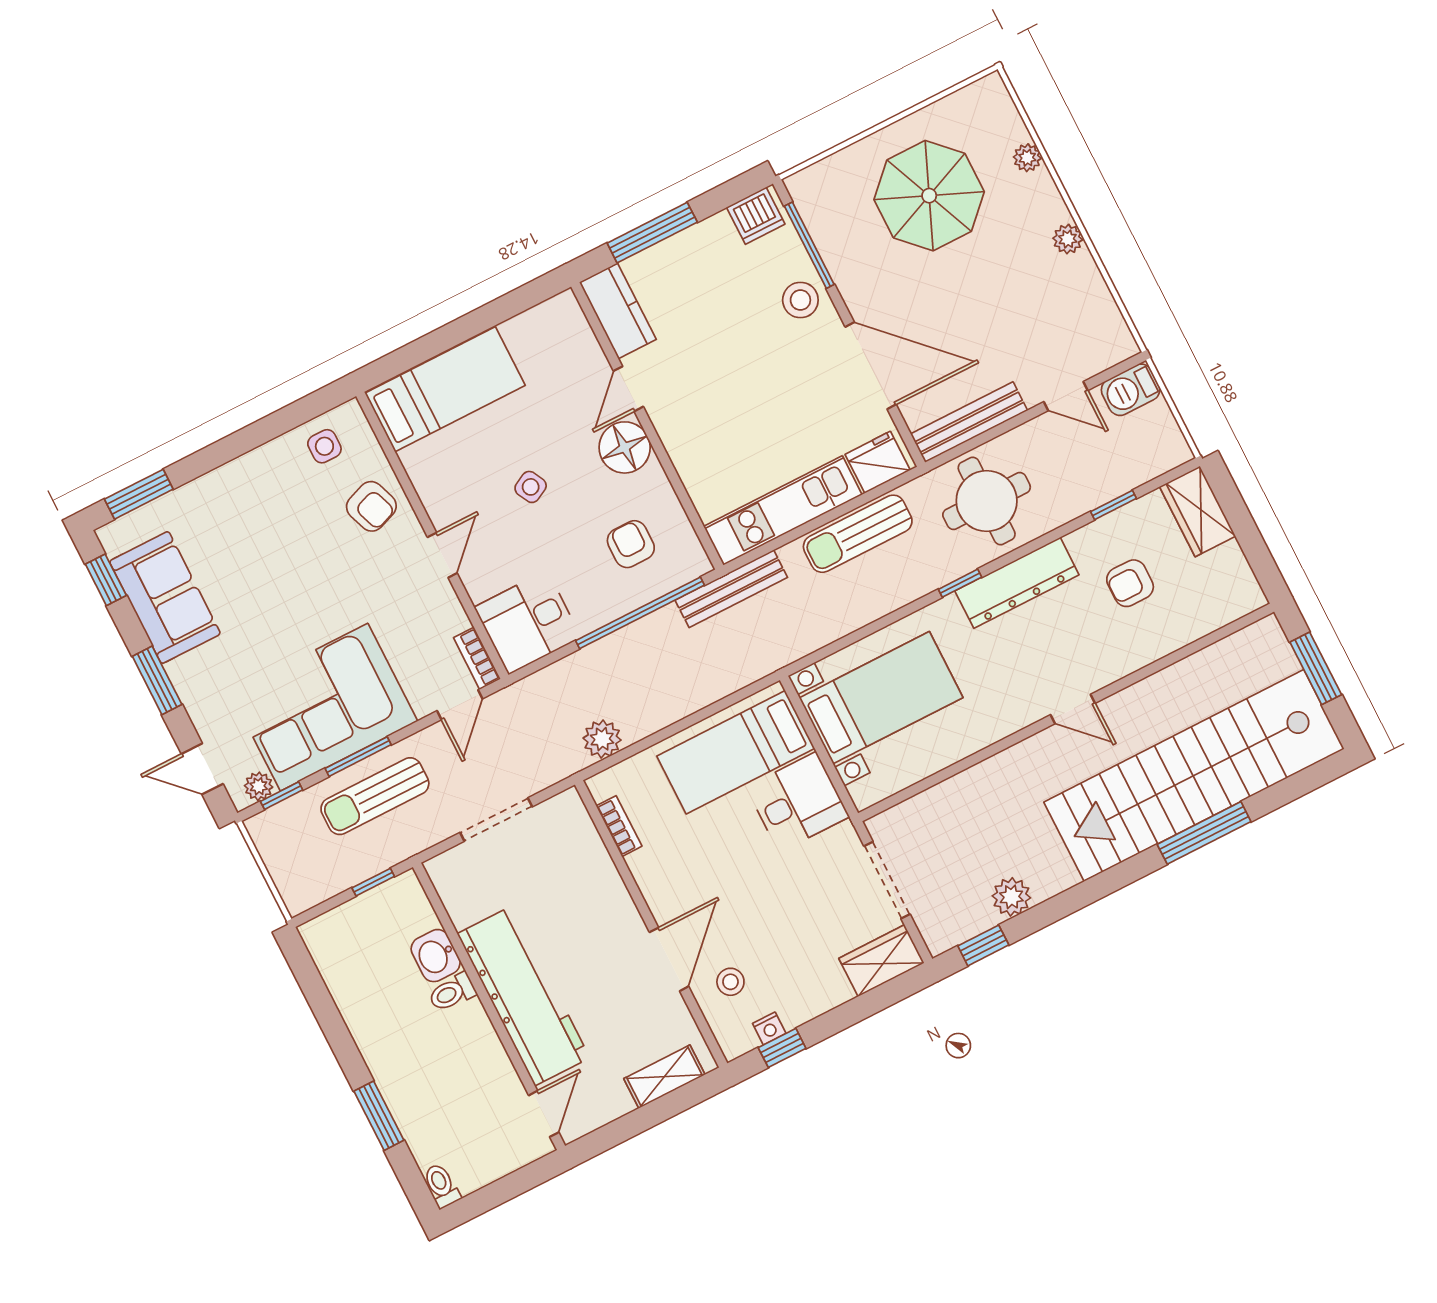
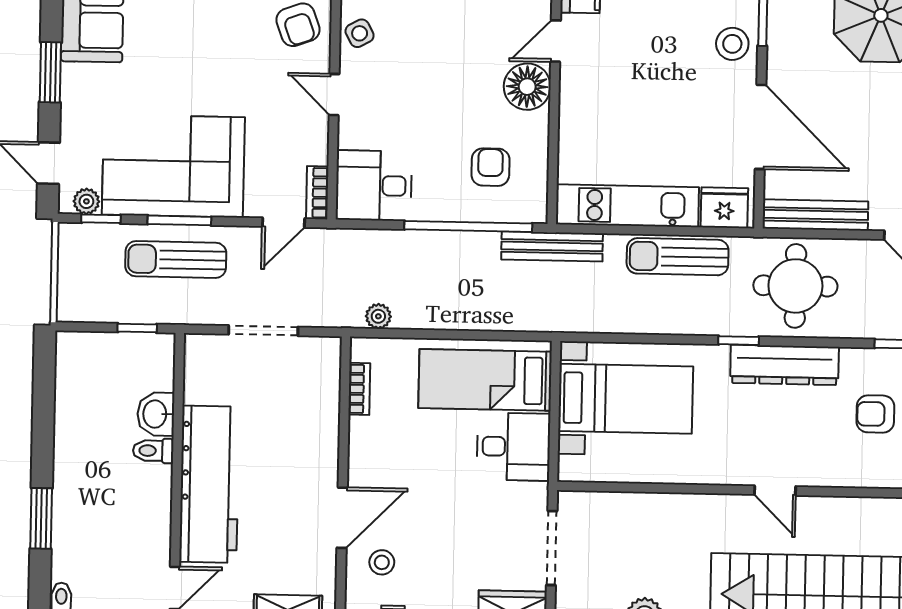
side table: (531, 487) -> (360, 33), moved
door: (442, 555) -> (334, 95), swing flipped
plant: (602, 739) -> (378, 316), width x0.73, depth x0.73

